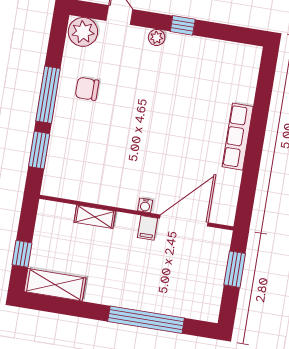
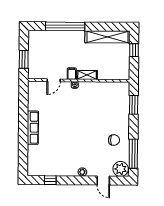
window: (183, 25) -> (50, 180), moved
window: (48, 95) -> (133, 154), moved
shelving: (95, 217) -> (87, 75), moved
door: (184, 220) -> (54, 80), width x0.53
shelving: (55, 285) -> (107, 37), width x1.47

